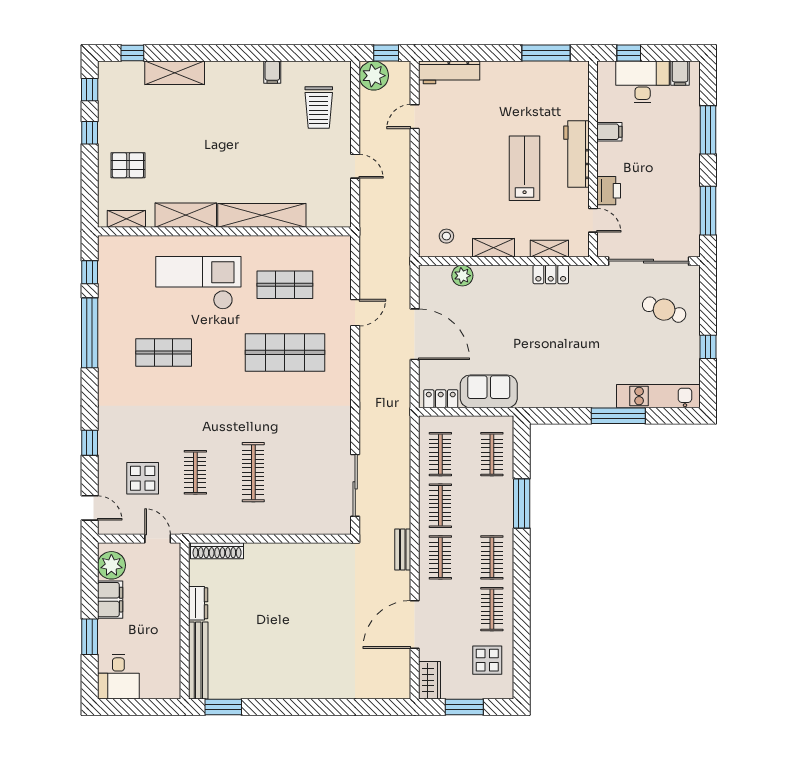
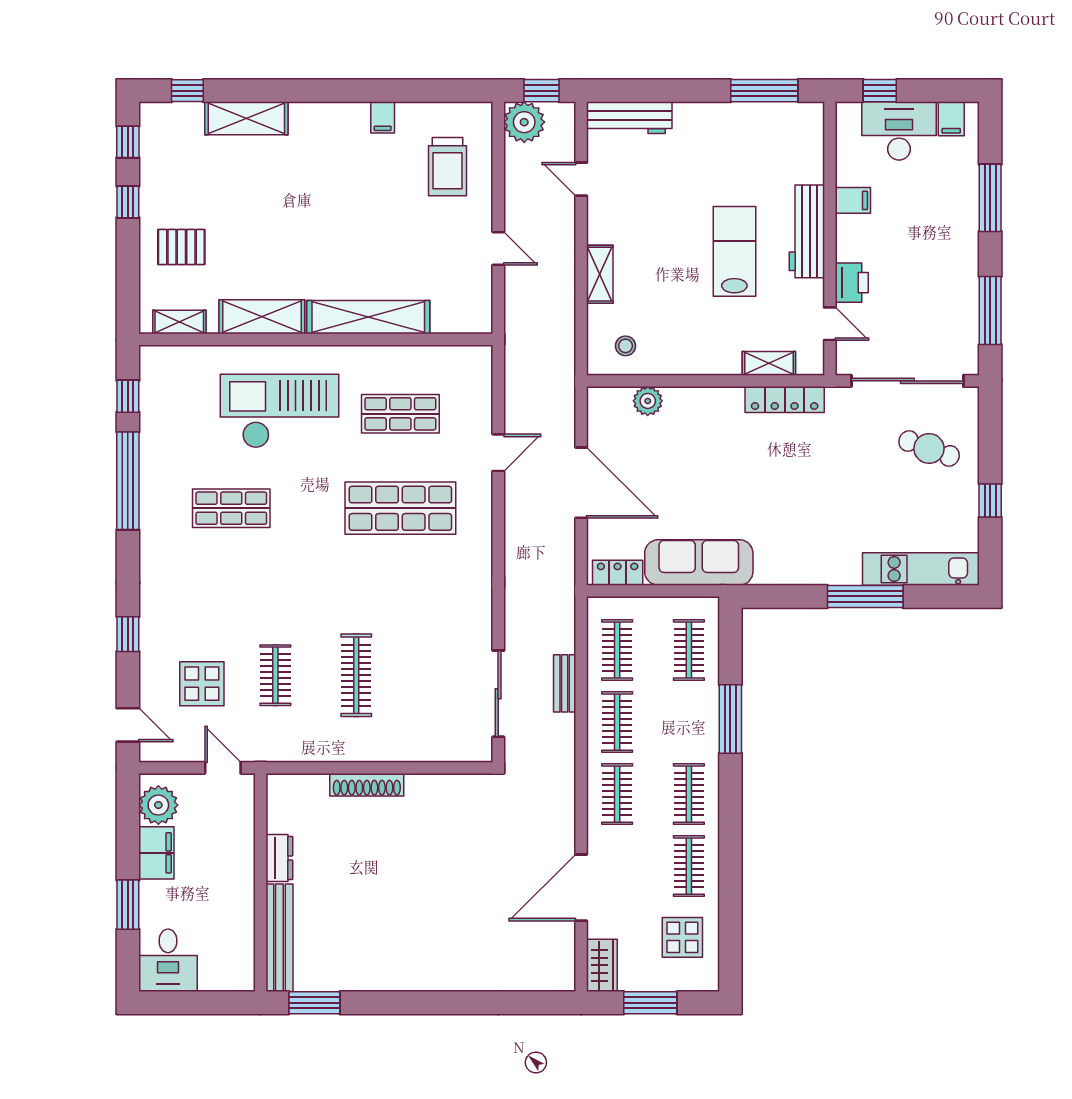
door: (415, 117) -> (581, 179), hinge flipped
shelving: (493, 248) -> (600, 274), moved, turned 90
locker: (551, 274) -> (785, 399), width x1.53
sofa: (489, 391) -> (699, 562), width x1.36
bench: (403, 549) -> (565, 683), moved
shoe rack: (217, 551) -> (367, 785), moved

